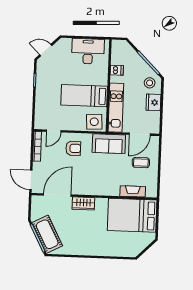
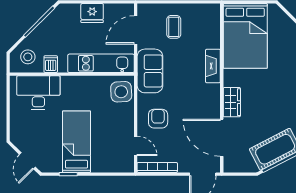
desk: (88, 51) -> (38, 93), moved, turned 90
stool: (150, 83) -> (28, 57), moved
bed: (84, 96) -> (76, 142), moved, turned 180
door: (140, 134) -> (136, 30), swing flipped
fireplace: (133, 191) -> (213, 66), moved

